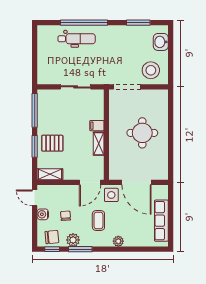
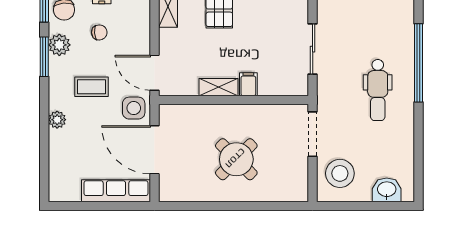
window: (138, 23) -> (419, 153), removed
dental chair: (77, 39) -> (378, 90), moved
round table: (142, 133) -> (236, 159), turned 45
door: (137, 182) -> (154, 150), hinge flipped
row of seats: (161, 221) -> (116, 191), moved

